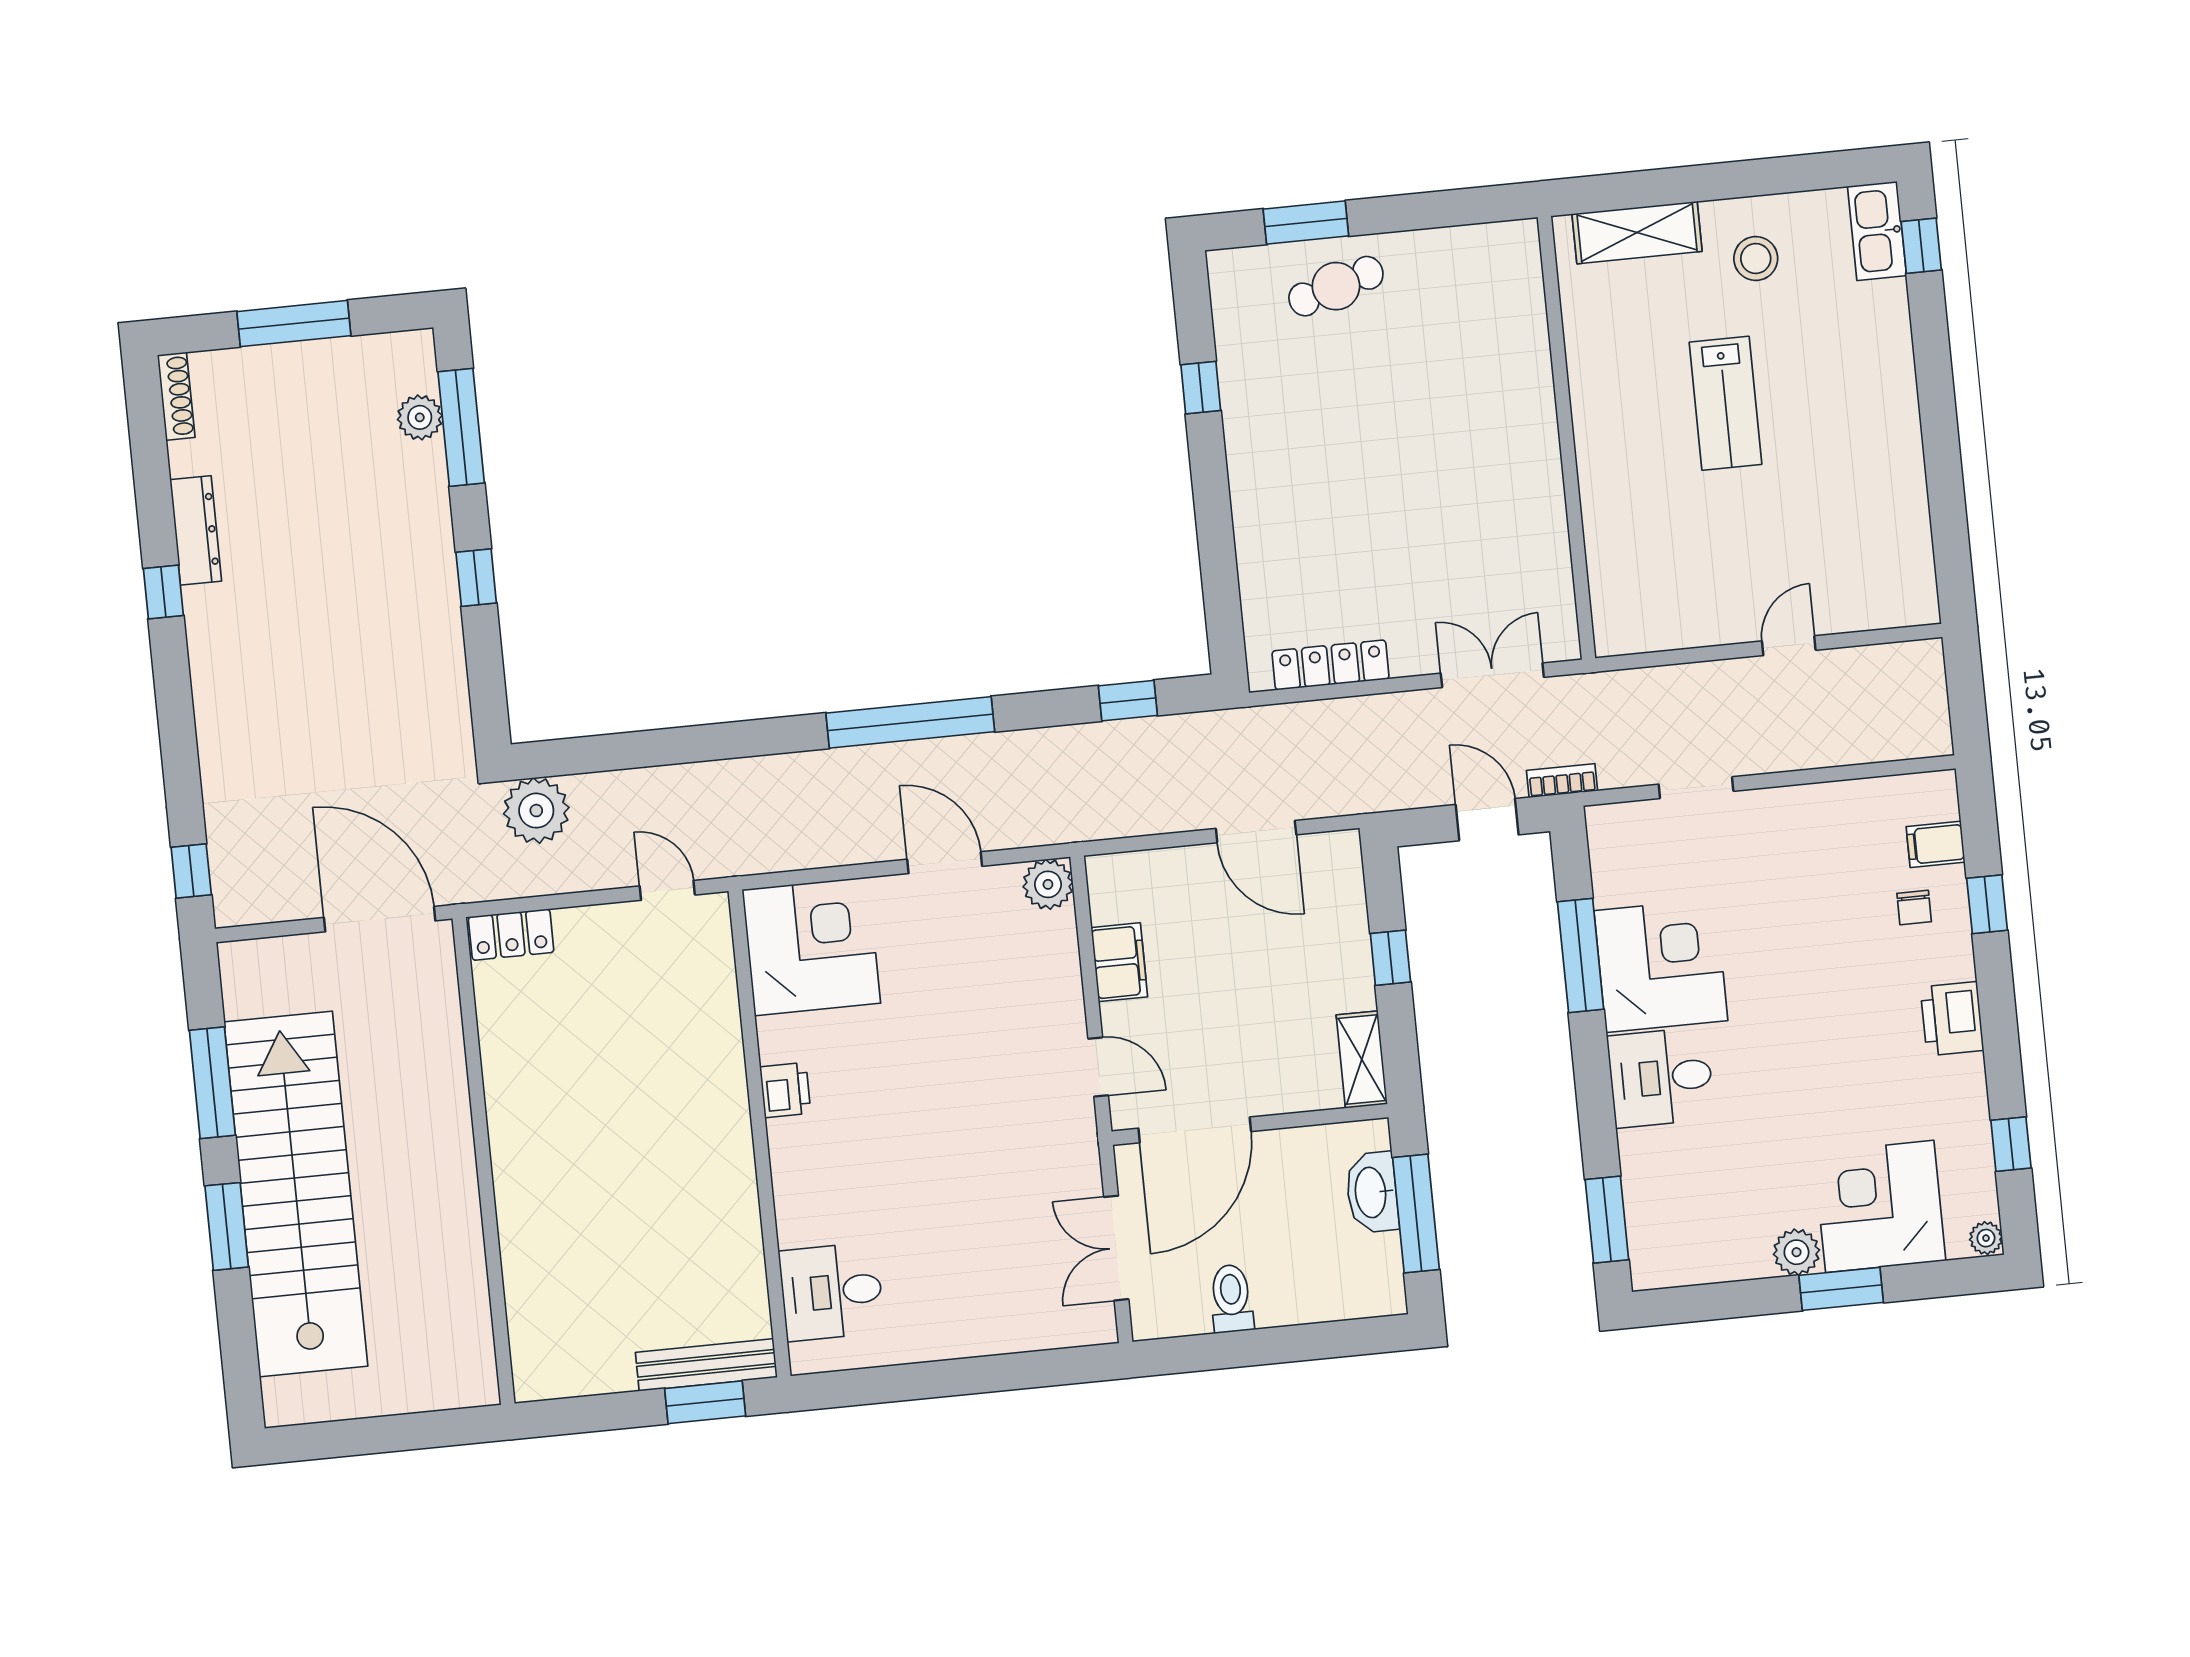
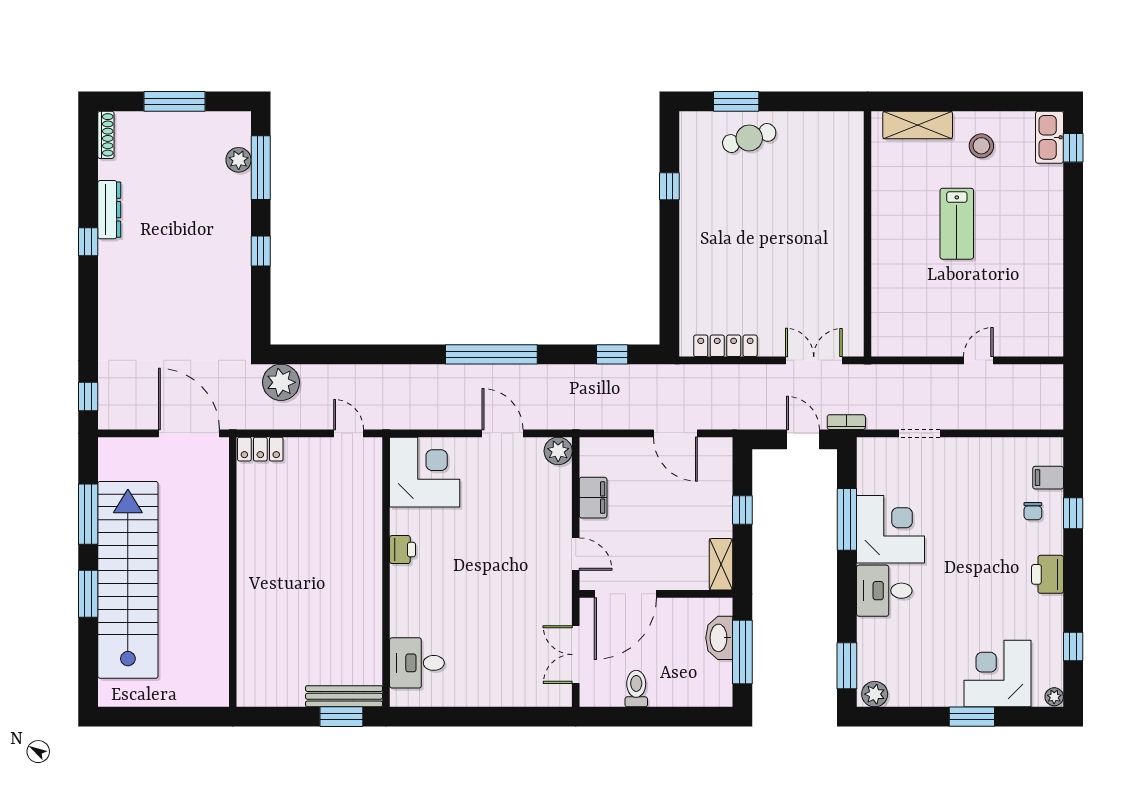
plant: (1796, 1252) -> (875, 694), moved

